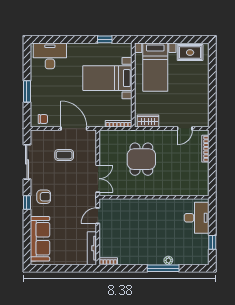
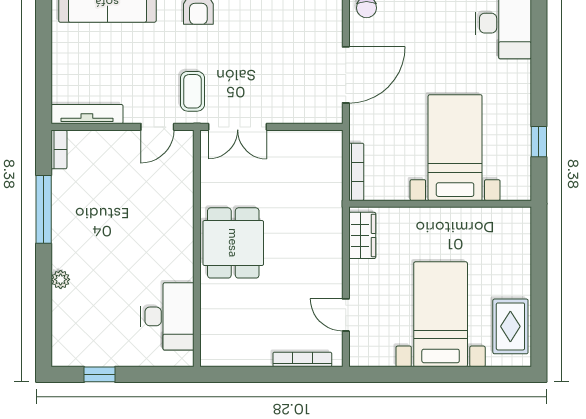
bed with nightstands: (155, 67) -> (441, 314), moved, turned 90
coffee table: (64, 155) -> (192, 91), moved
dining table: (141, 159) -> (233, 243), moved, turned 90
door: (98, 216) -> (157, 127), swing flipped
desk: (197, 218) -> (167, 316), moved, turned -90
window: (163, 268) -> (44, 209), moved

